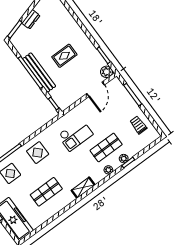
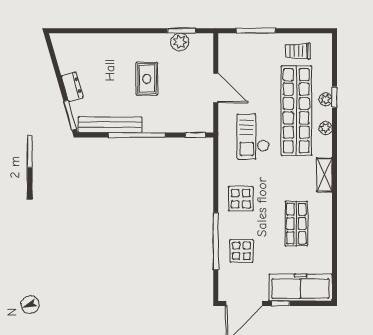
plant: (107, 72) -> (180, 42), moved
bench: (39, 73) -> (110, 125), moved
door: (96, 89) -> (216, 88), moved
checkout: (75, 135) -> (253, 137), turned 180
shop shelf: (106, 147) -> (296, 111), width x2.00, depth x1.36

